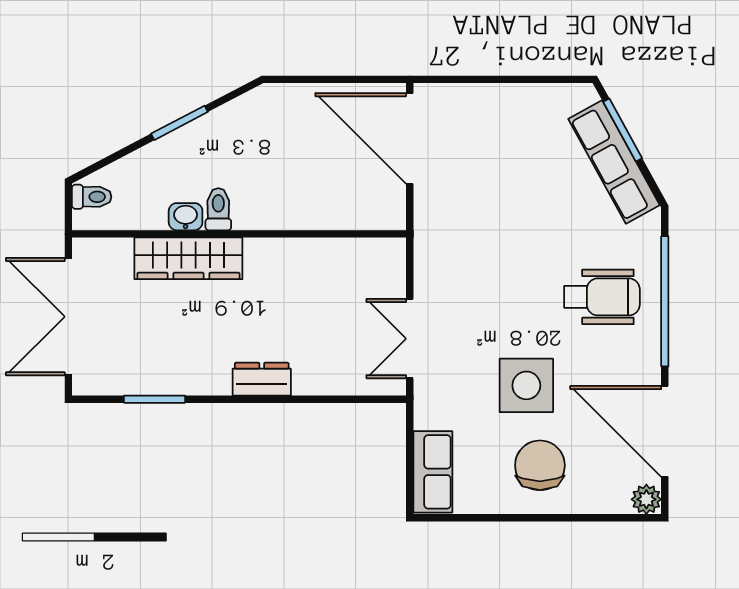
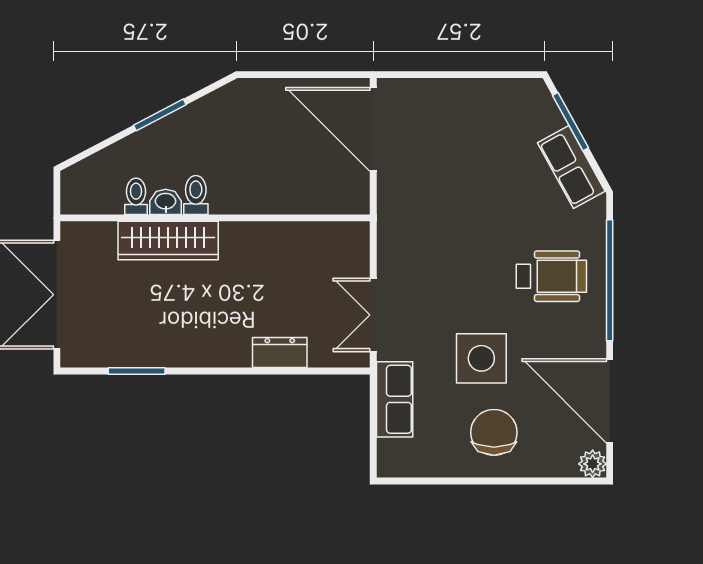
row of seats: (614, 162) -> (571, 167), width x0.68
toilet: (92, 197) -> (136, 196), moved, turned -90
dresser: (262, 379) -> (280, 352), moved
row of seats: (433, 472) -> (395, 399), moved

